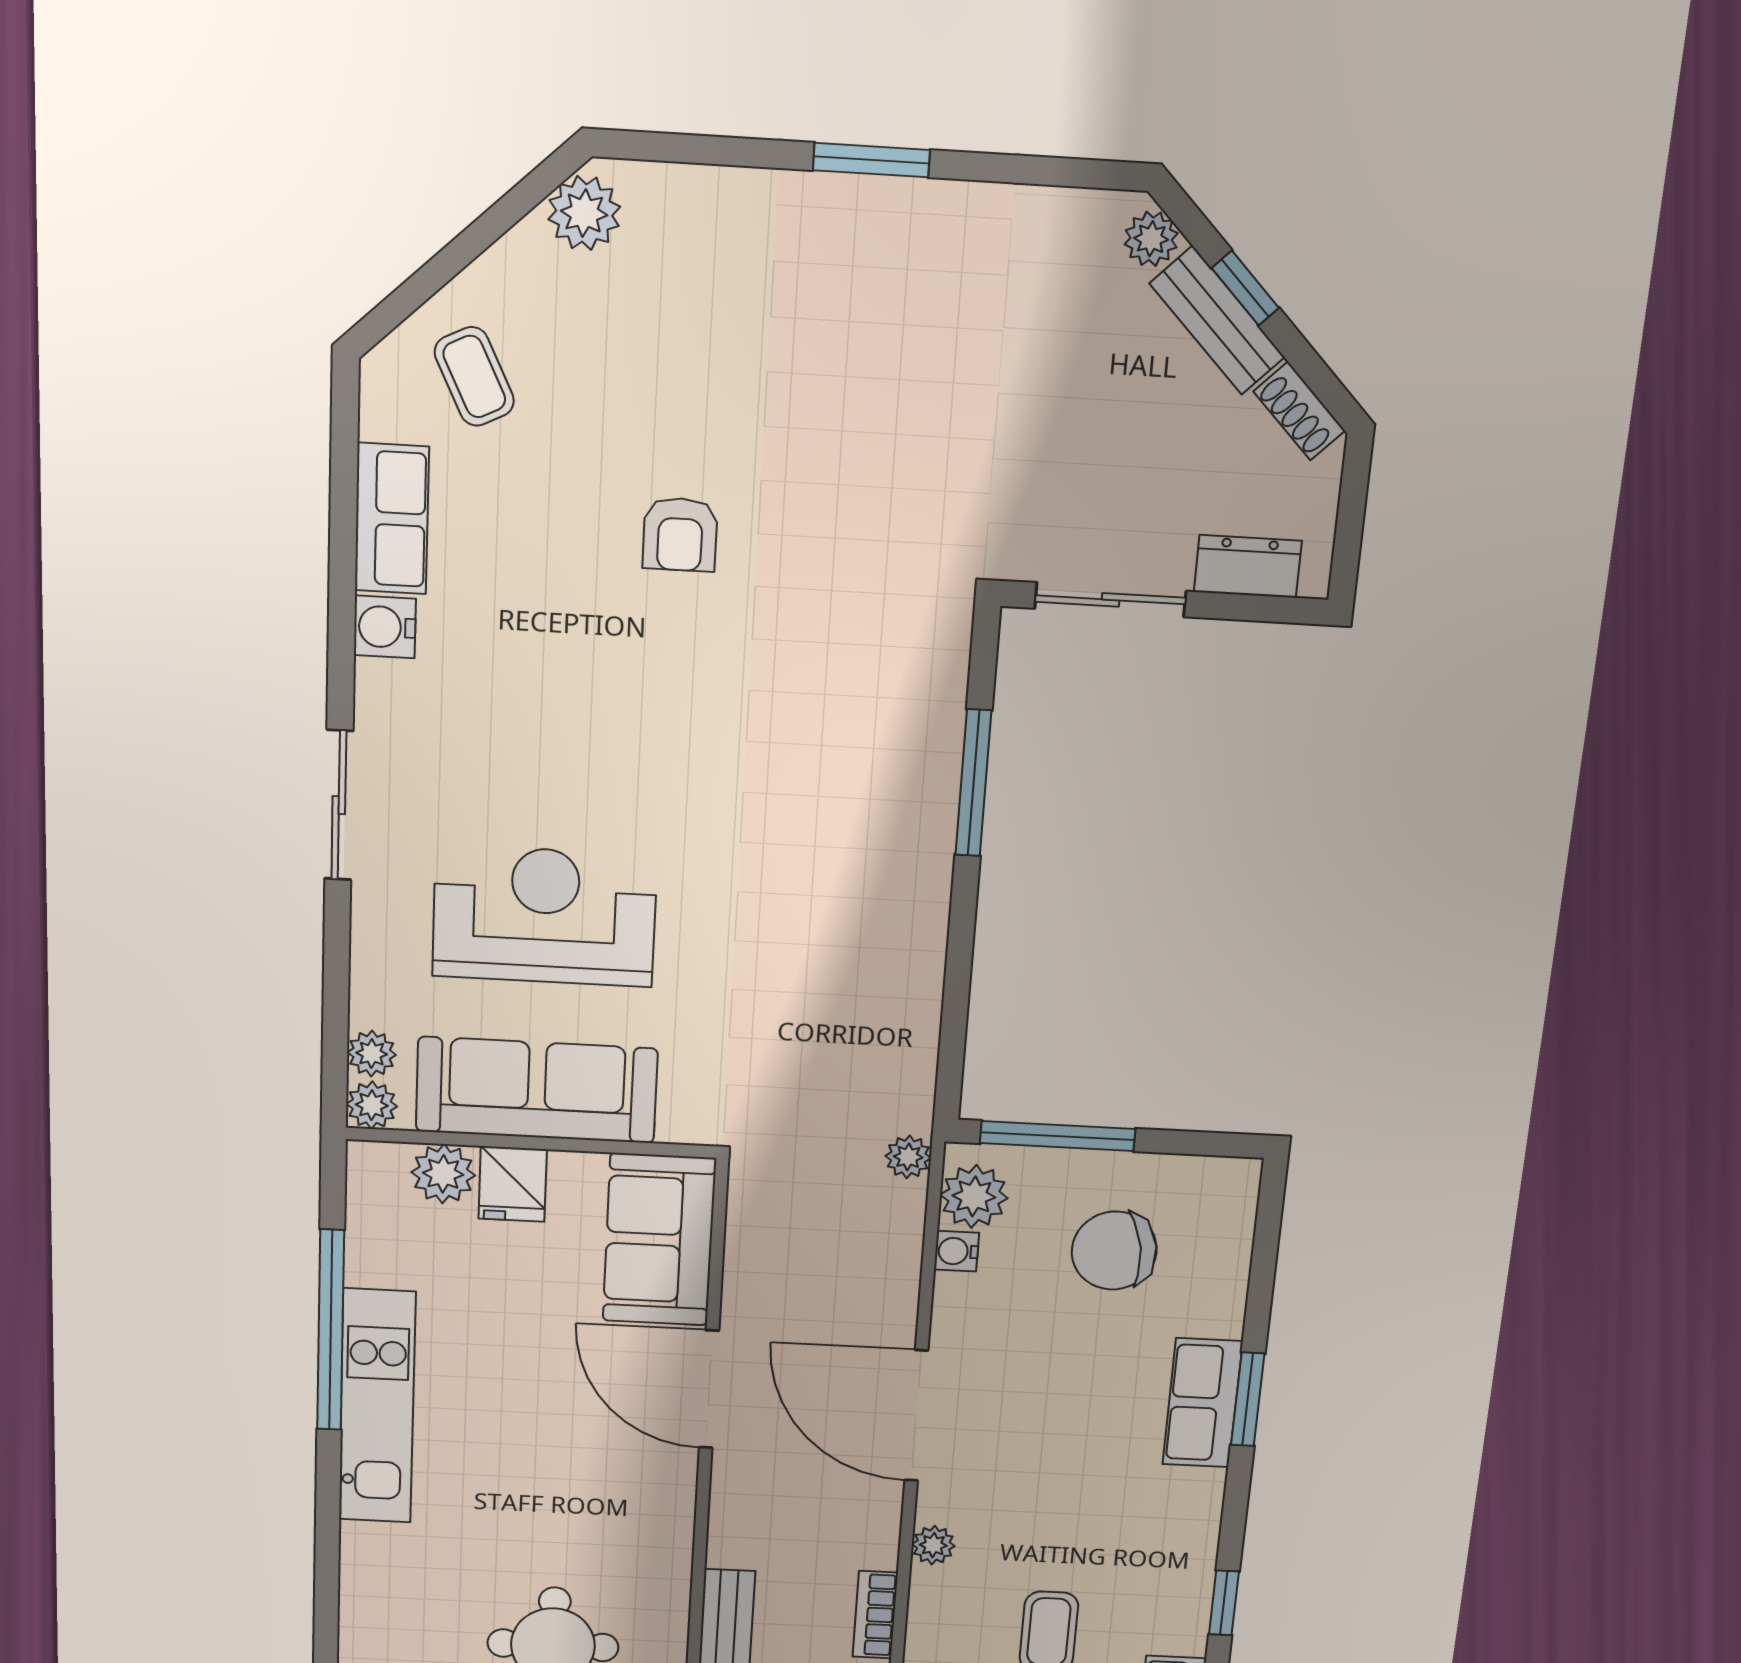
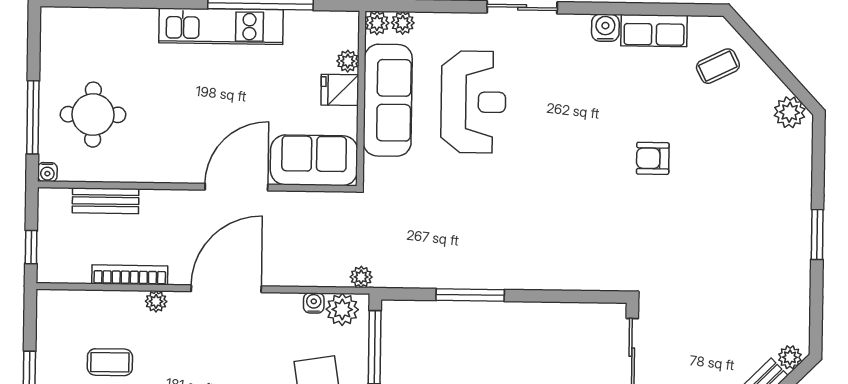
window: (973, 783) -> (470, 295), moved
plant: (443, 1174) -> (348, 61), width x0.73, depth x0.73
bookcase: (875, 1615) -> (130, 275), width x1.56

